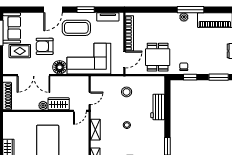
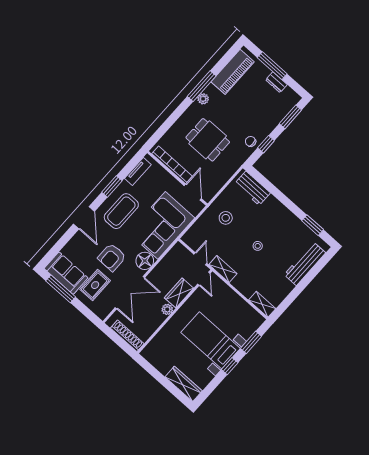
dining table: (158, 57) -> (208, 140), moved
workbench: (158, 107) -> (252, 188), moved
shelving: (95, 130) -> (223, 269), moved

